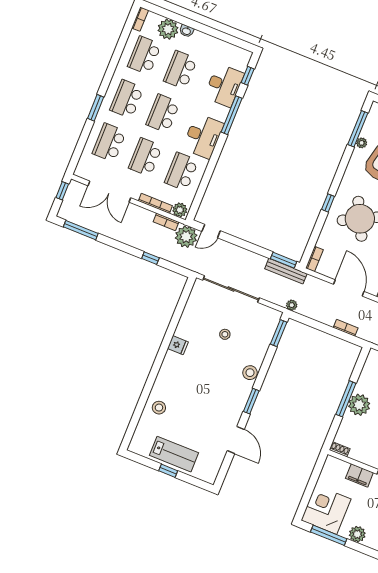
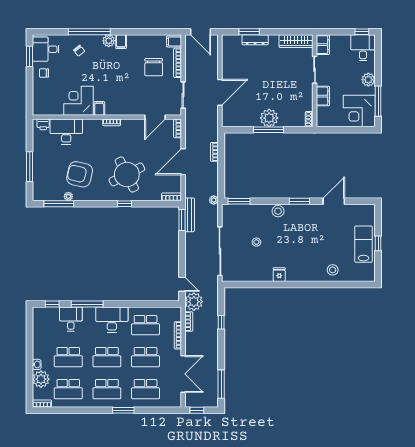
desk: (224, 85) -> (71, 319), width x0.73
plant: (180, 210) -> (175, 315), removed

